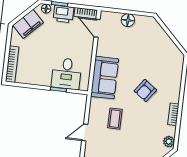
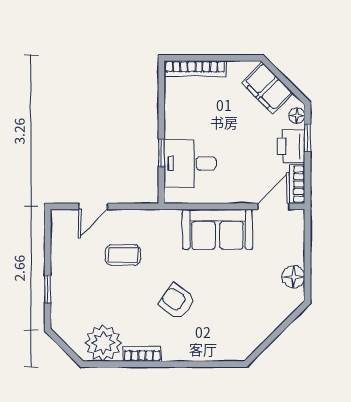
floor lamp: (128, 20) -> (293, 277), moved
sofa: (105, 78) -> (217, 229), moved
door: (85, 133) -> (93, 206), swing flipped
plant: (169, 142) -> (103, 343), width x1.87, depth x1.87

